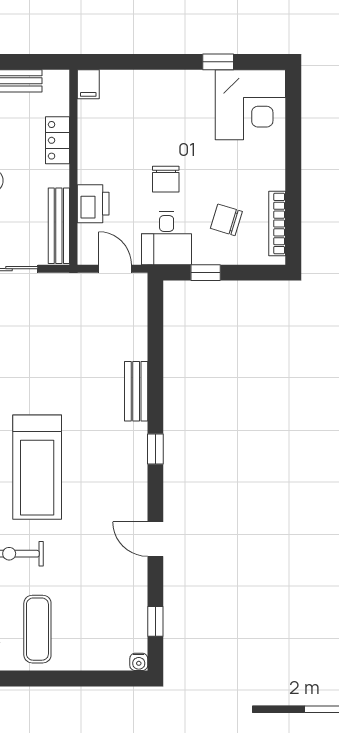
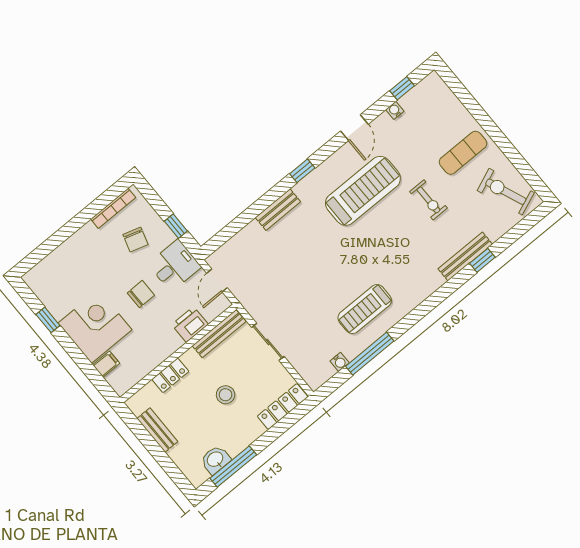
filing cabinet: (88, 84) -> (106, 364), moved
corner desk: (250, 105) -> (95, 326), moved
treadmill: (37, 467) -> (363, 191), moved
water cooler: (139, 662) -> (395, 110), moved, turned -90

